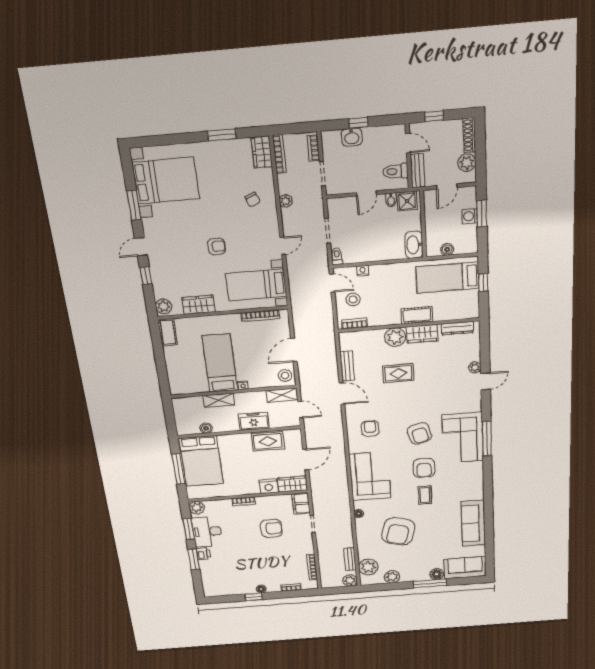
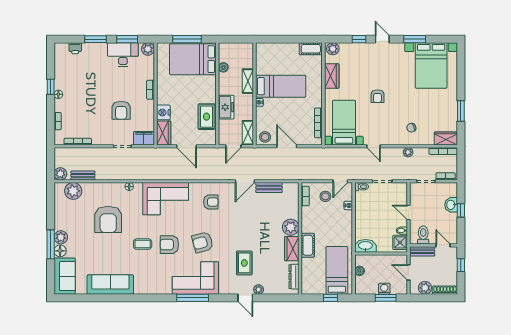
door: (408, 143) -> (443, 245), swing flipped
rug: (398, 373) -> (244, 263), moved
armchair: (398, 531) -> (108, 219), turned -105
printer: (203, 554) -> (75, 48), moved
plant: (392, 577) -> (61, 237), moved

